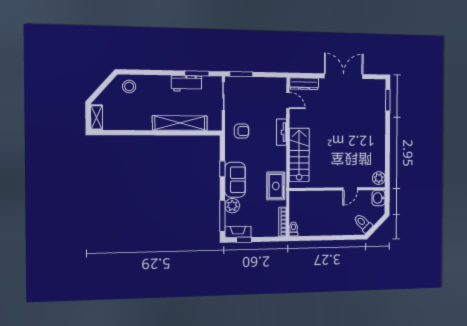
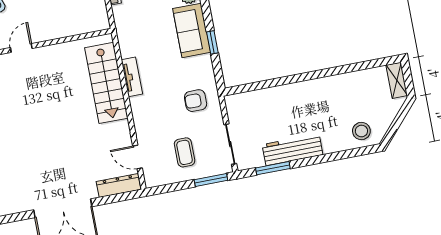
workbench: (186, 84) -> (292, 150), width x1.38
coffee table: (256, 97) -> (185, 152), added
shelving: (180, 123) -> (284, 95), removed
tv unit: (281, 132) -> (132, 77), moved
rug: (276, 186) -> (132, 32), removed

